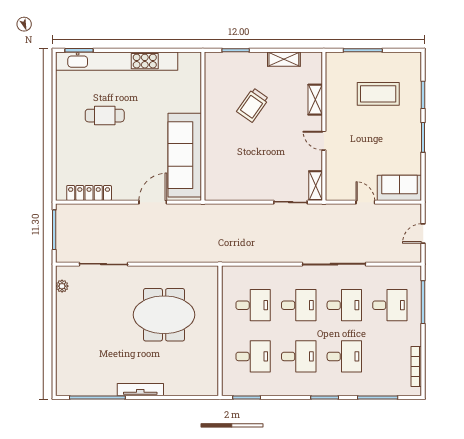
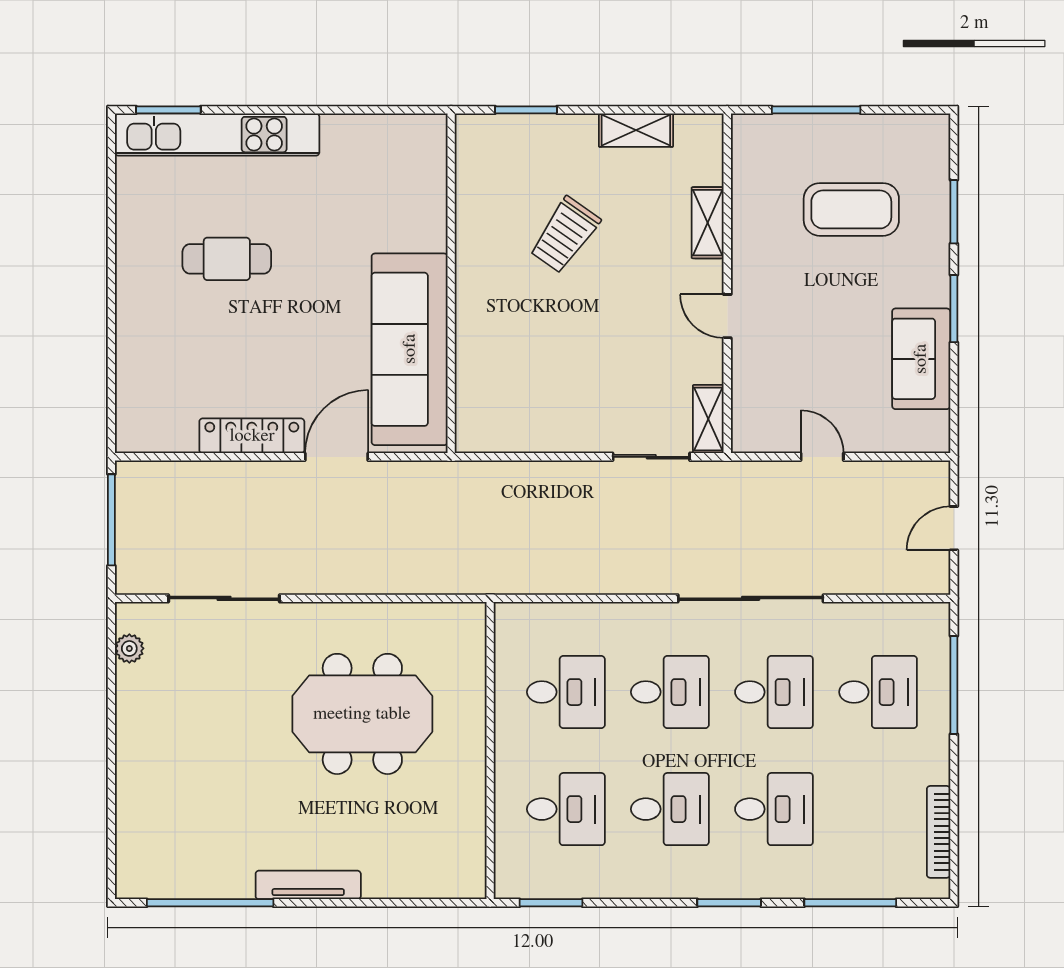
kitchen unit: (117, 61) -> (217, 135), width x0.73
sofa: (399, 188) -> (921, 359), moved, turned -90
locker: (89, 193) -> (252, 436), moved

